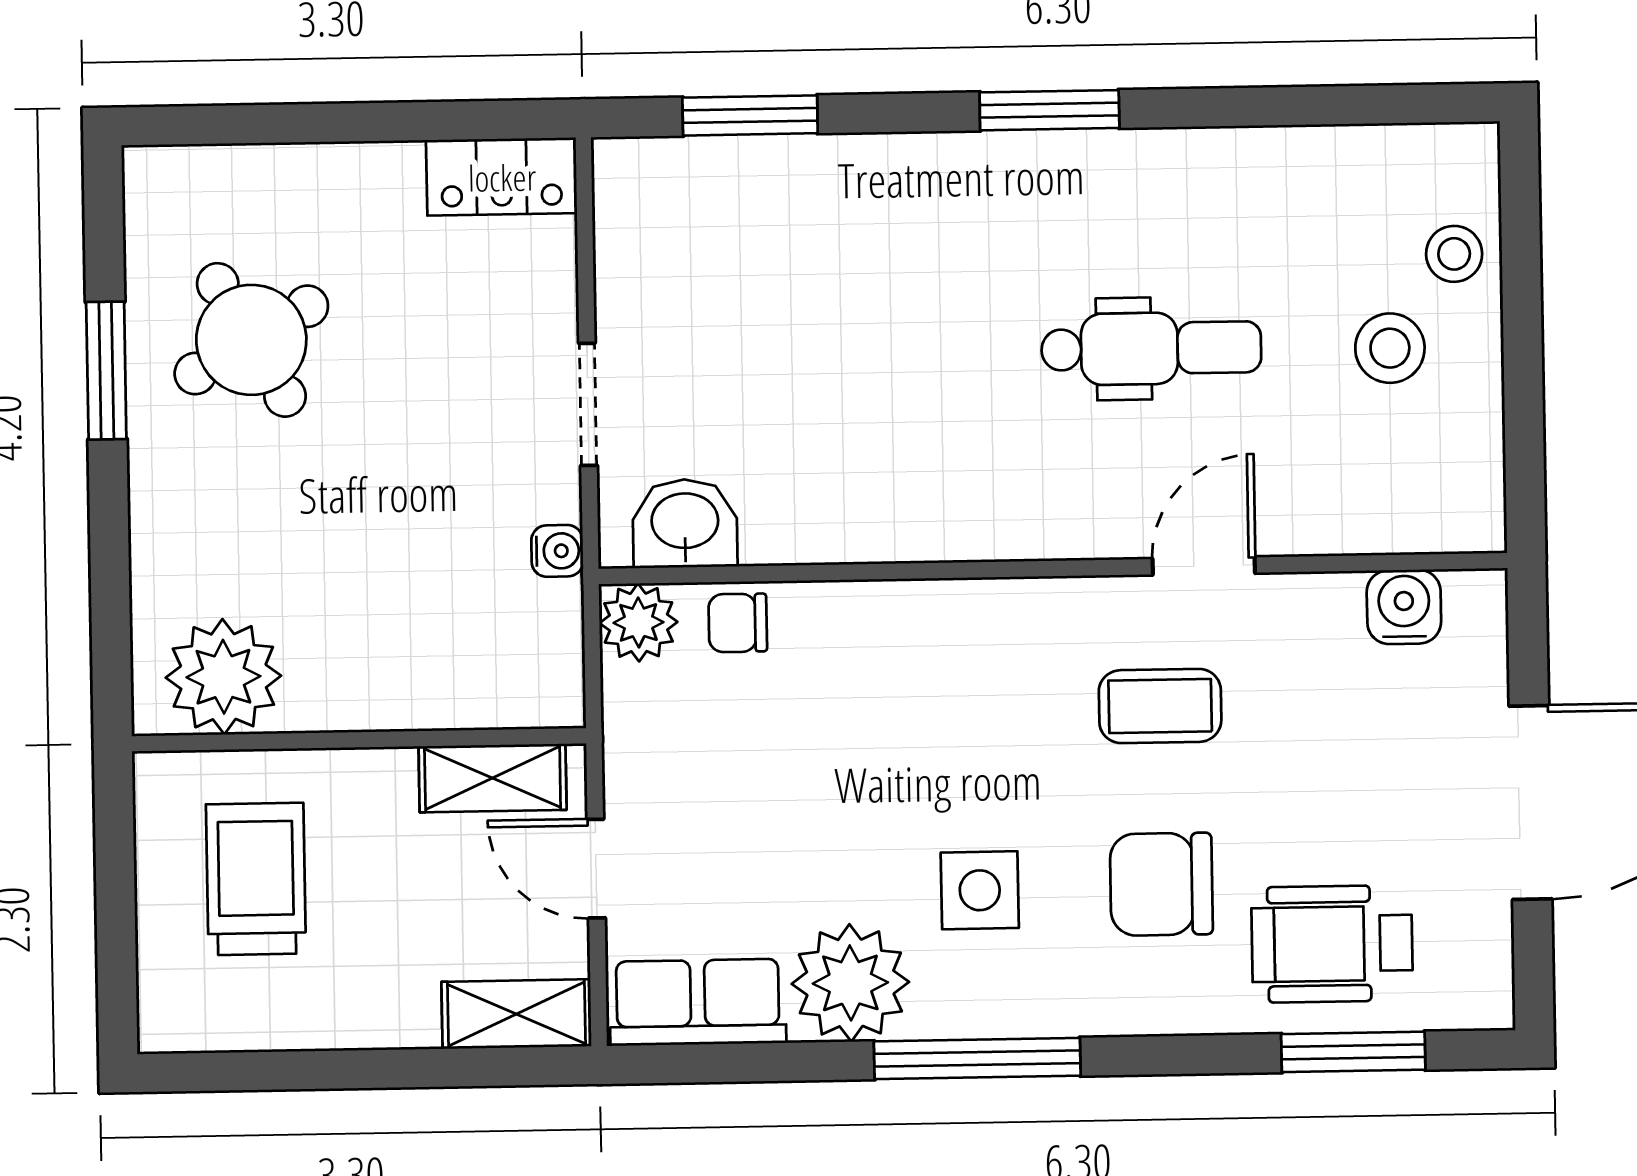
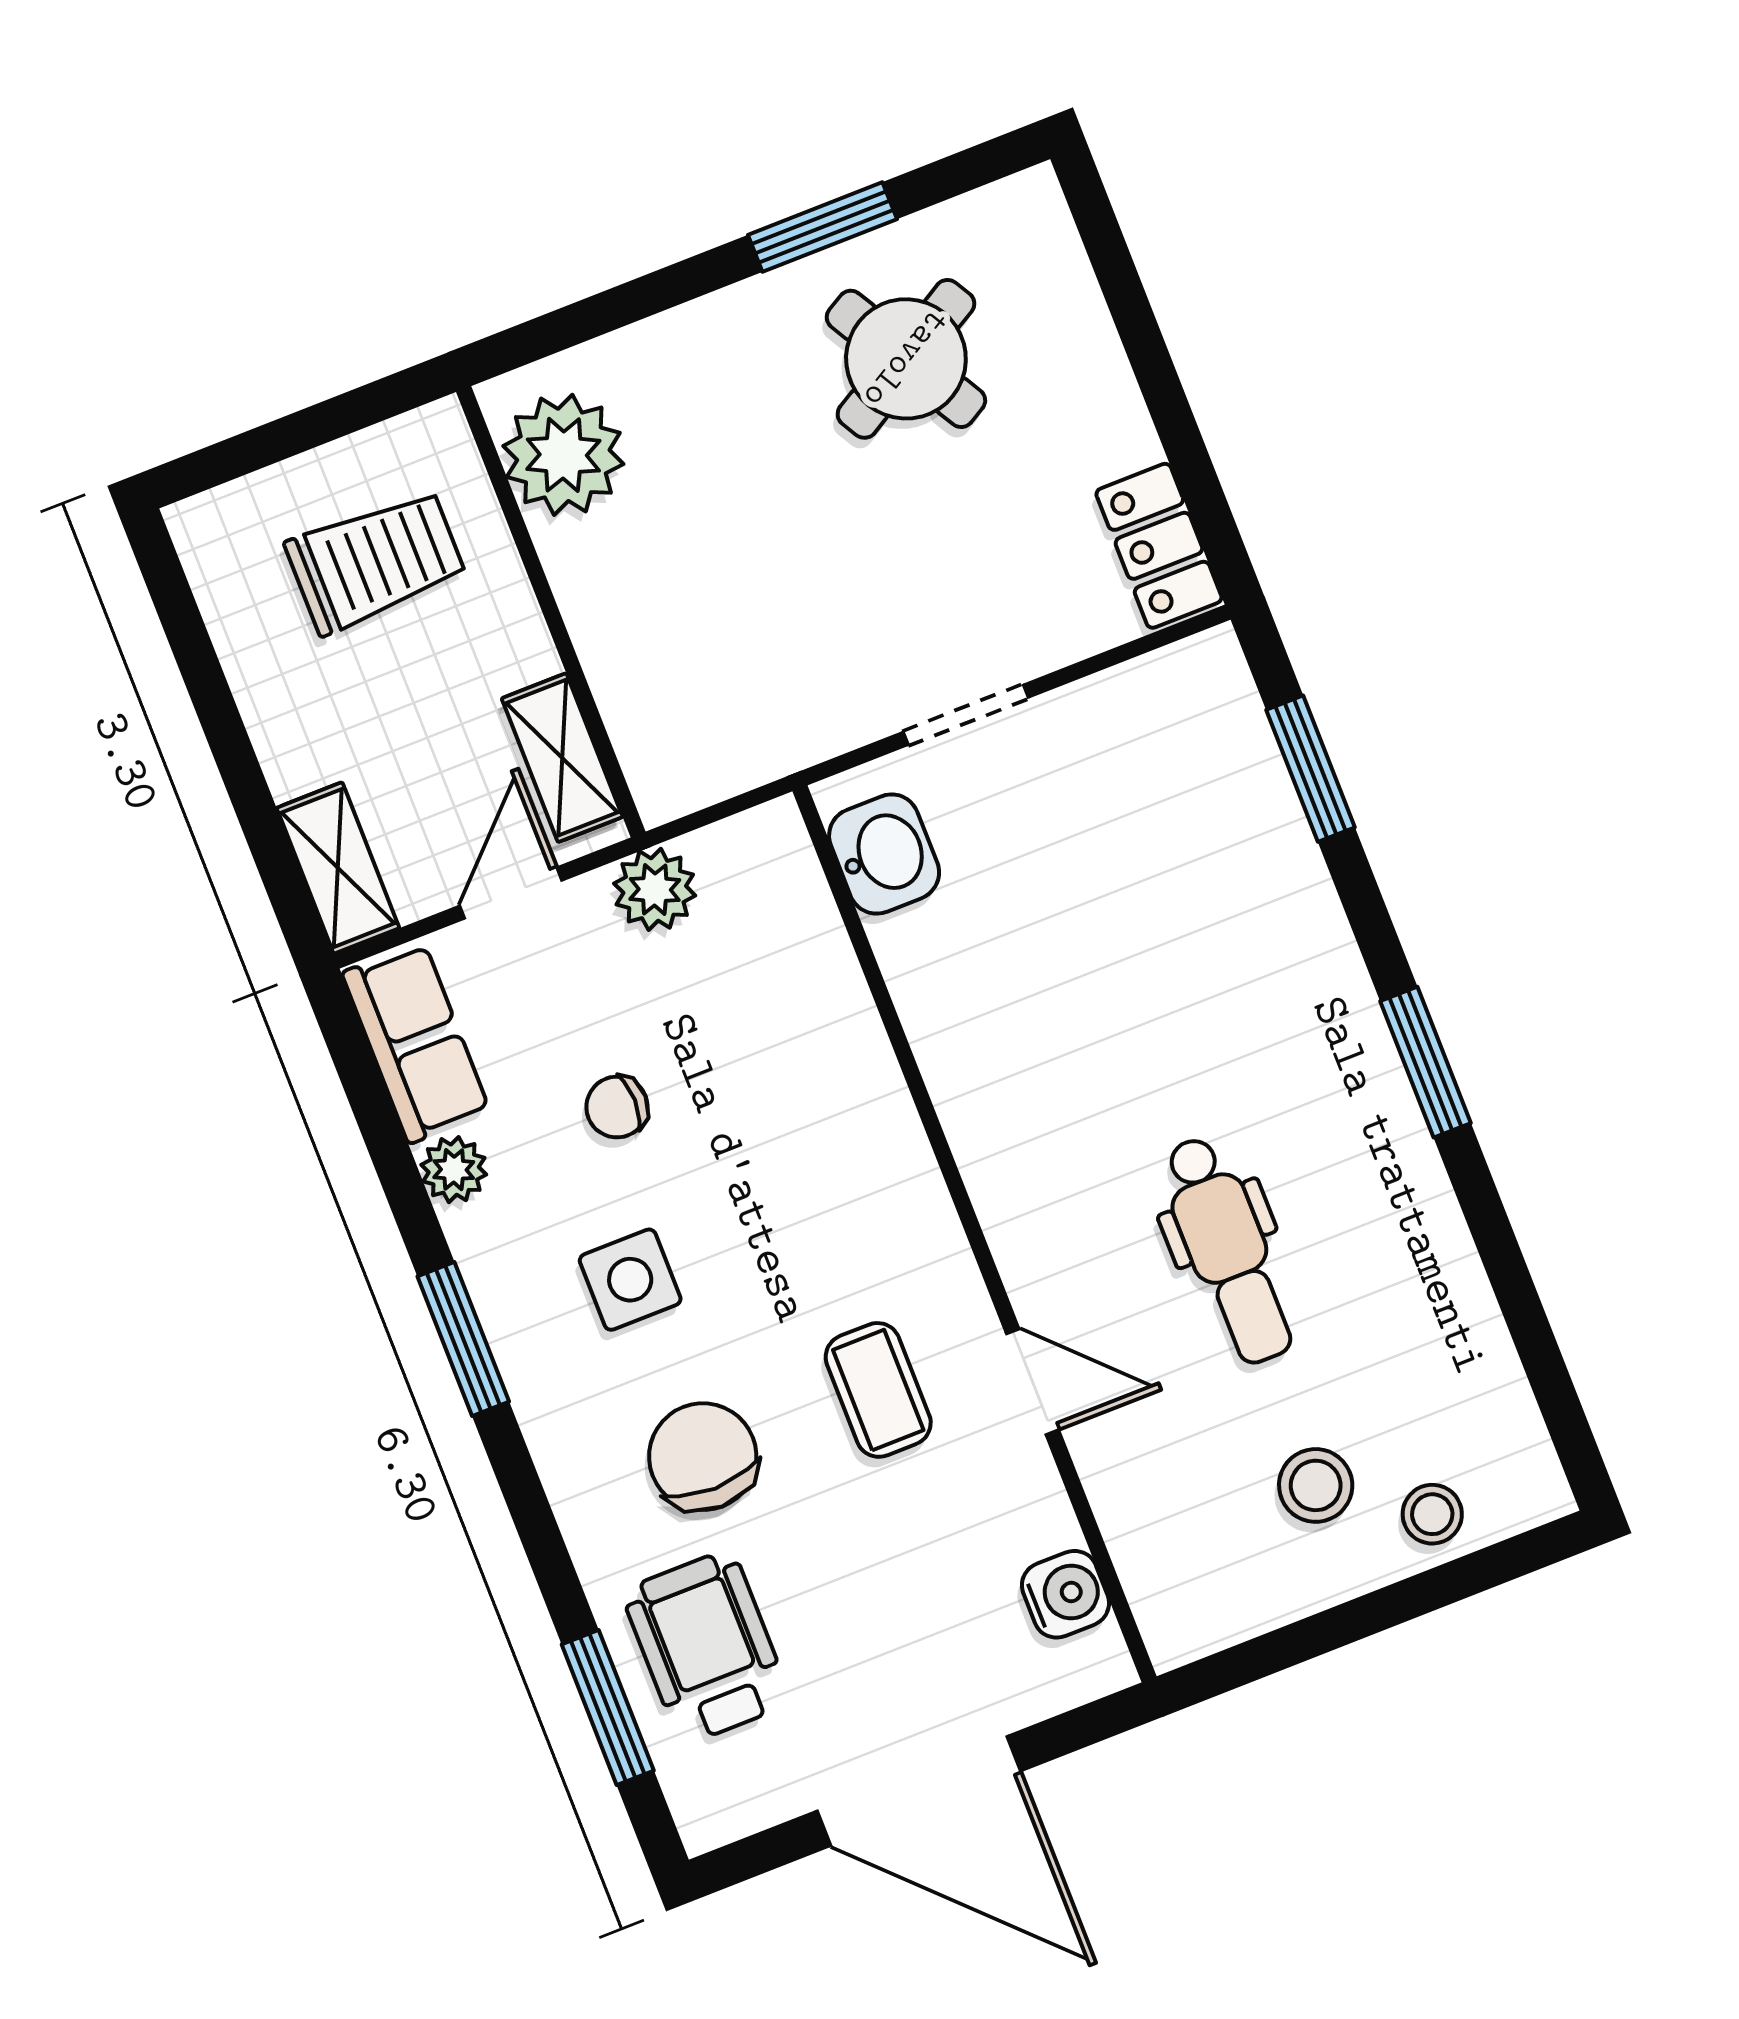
water cooler: (557, 551) -> (810, 738), removed
plant: (638, 622) -> (655, 889), moved
chair: (738, 623) -> (617, 1107), moved, turned -90
plant: (850, 983) -> (454, 1170), width x0.53, depth x0.53
window: (977, 1058) -> (463, 1339), width x0.69

